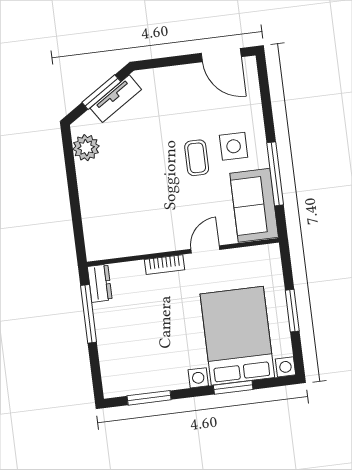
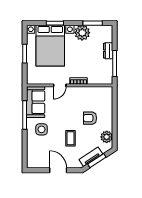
door: (221, 55) -> (58, 170), moved
coffee table: (197, 158) -> (71, 138), moved
armchair: (128, 185) -> (90, 118), added
dresser: (100, 283) -> (108, 51), moved
plant: (170, 373) -> (82, 33), added

